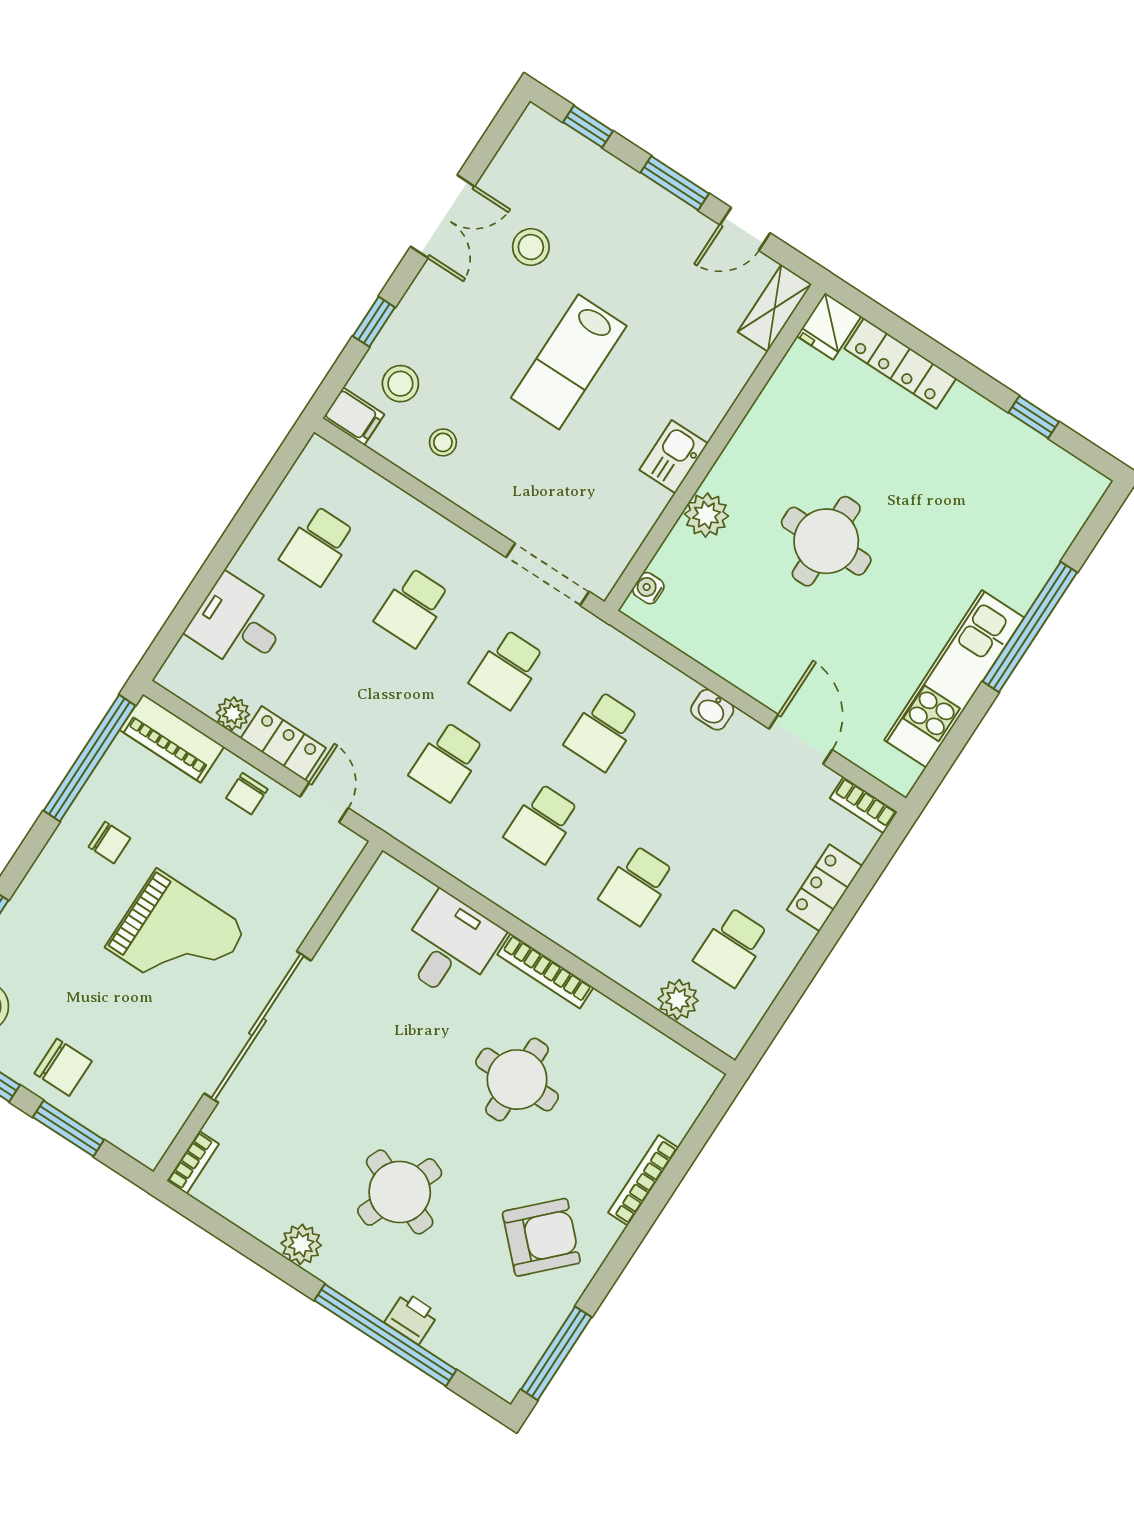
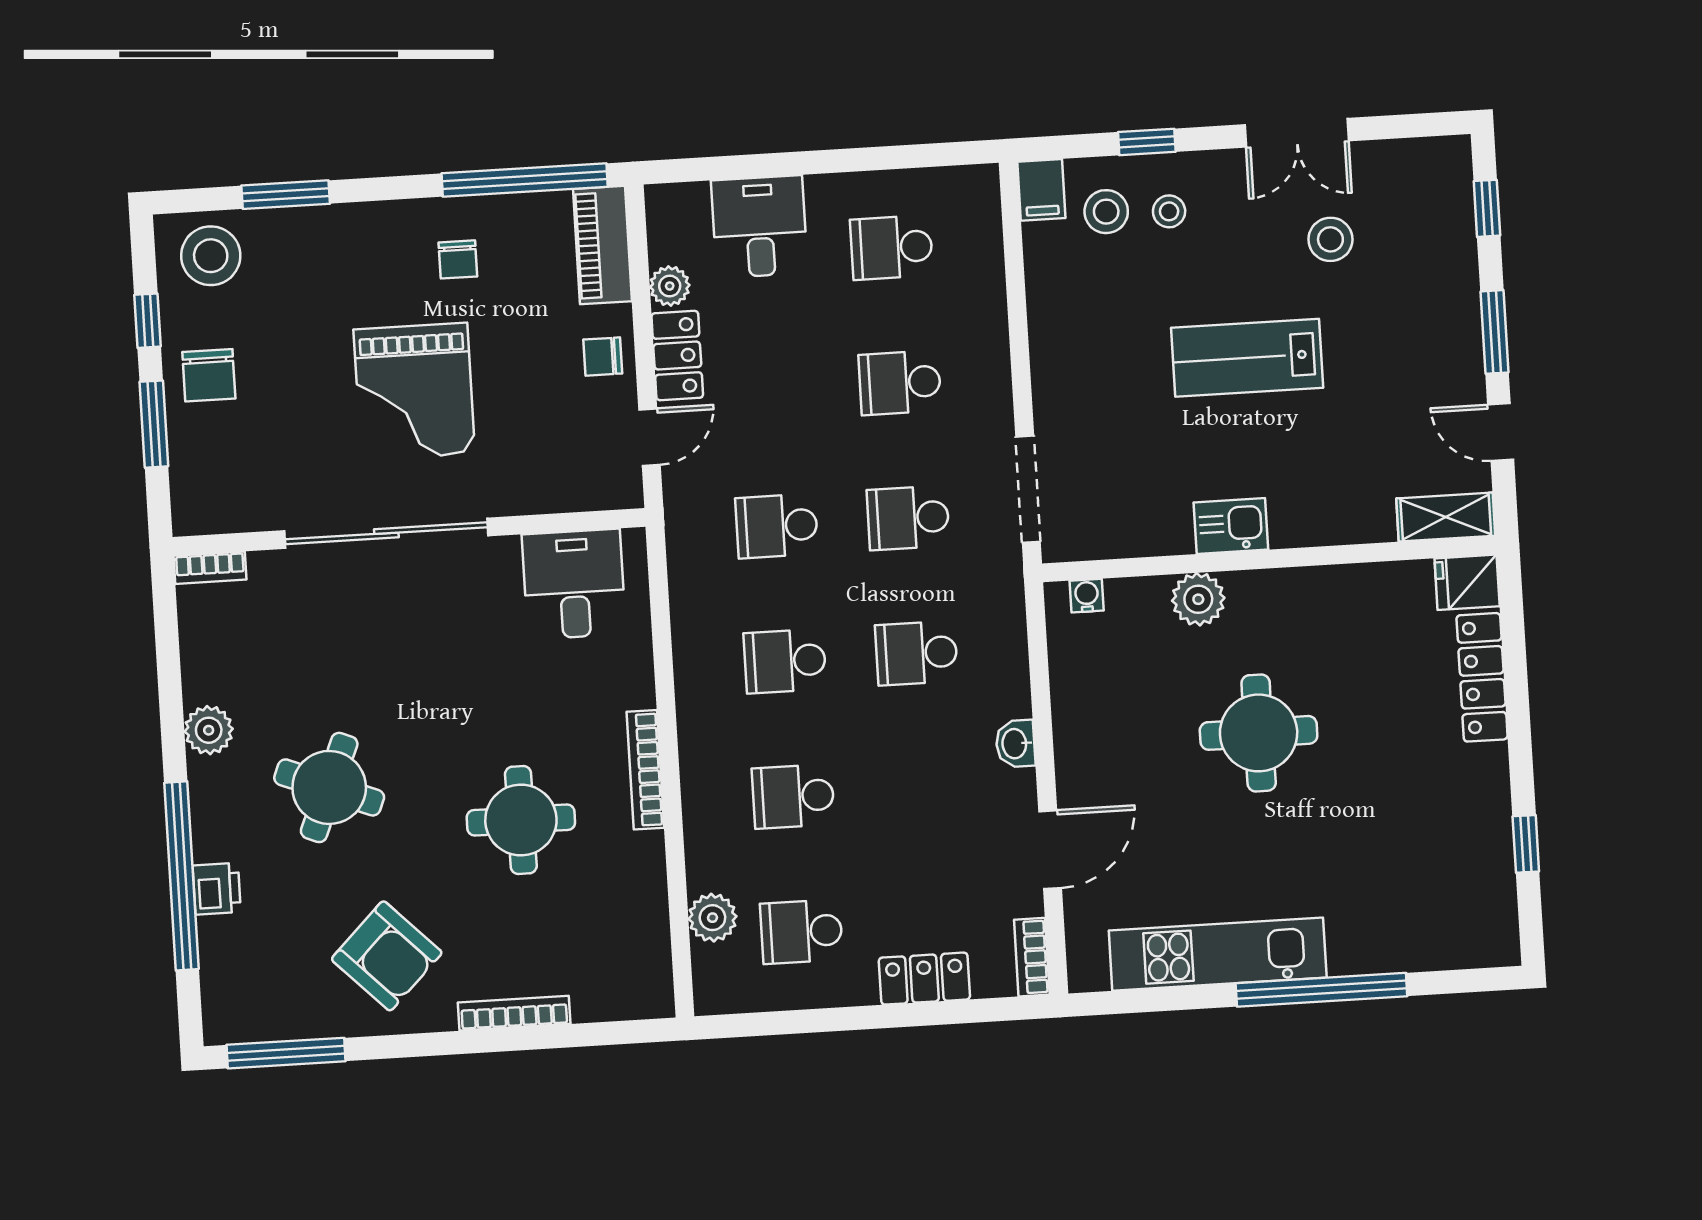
stool: (443, 442) -> (1169, 211), moved
desk: (450, 946) -> (574, 584), moved, turned -90

